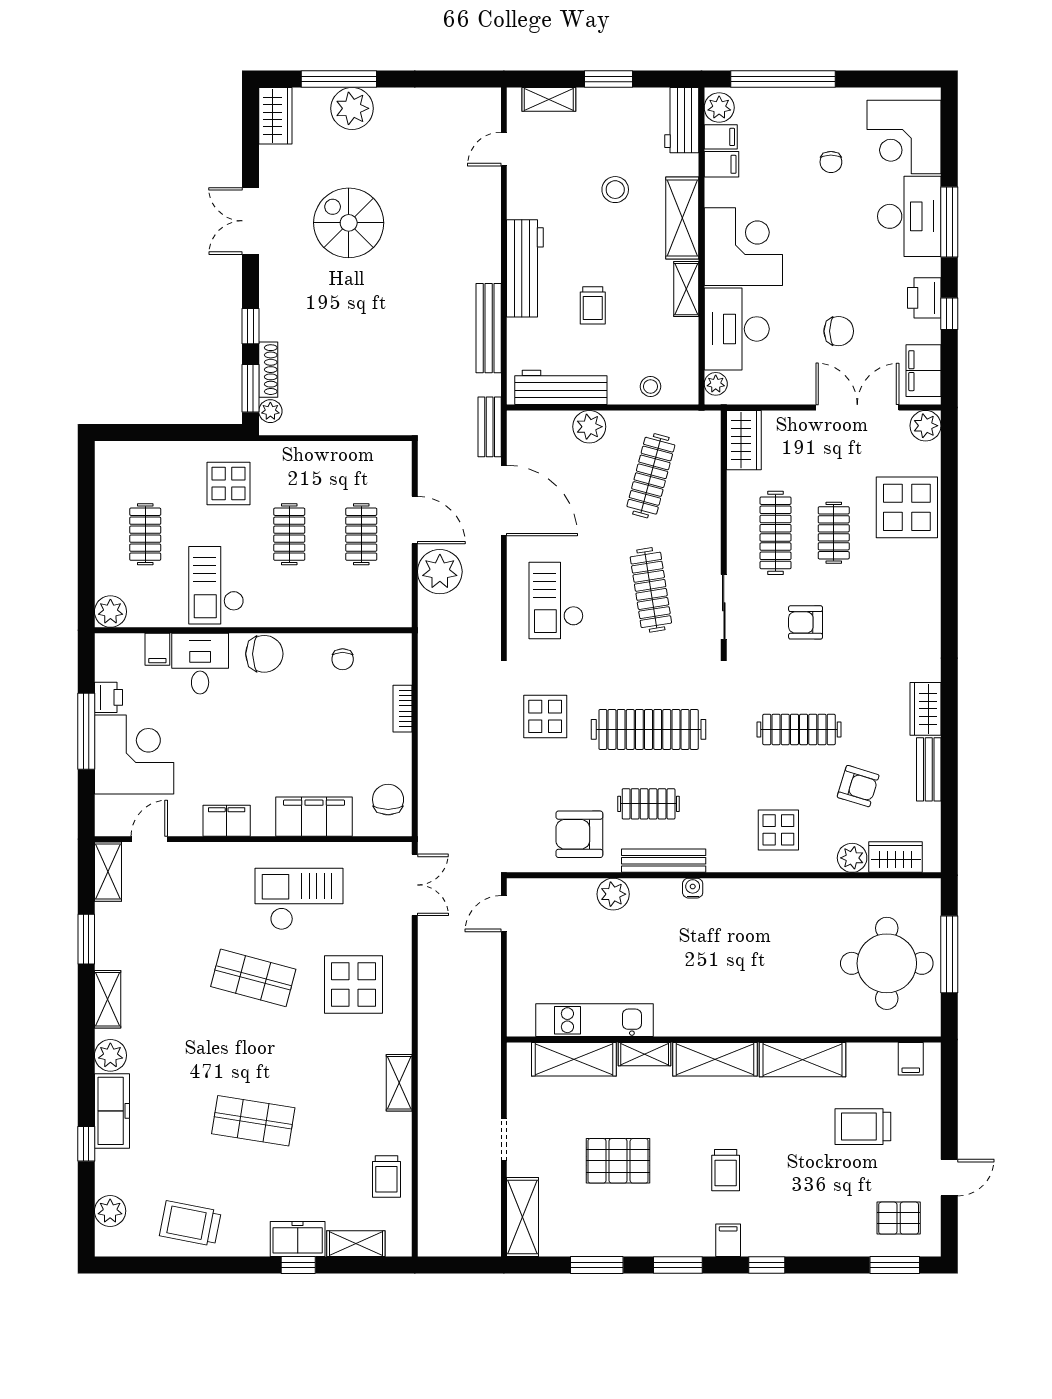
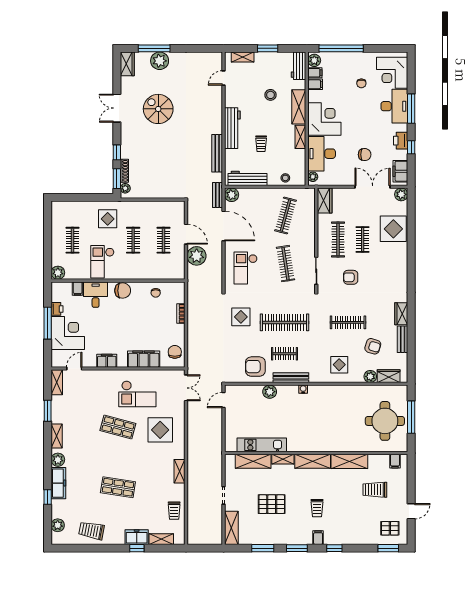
plant: (589, 427) -> (232, 195), moved
checkout: (299, 899) -> (137, 394), turned 180

